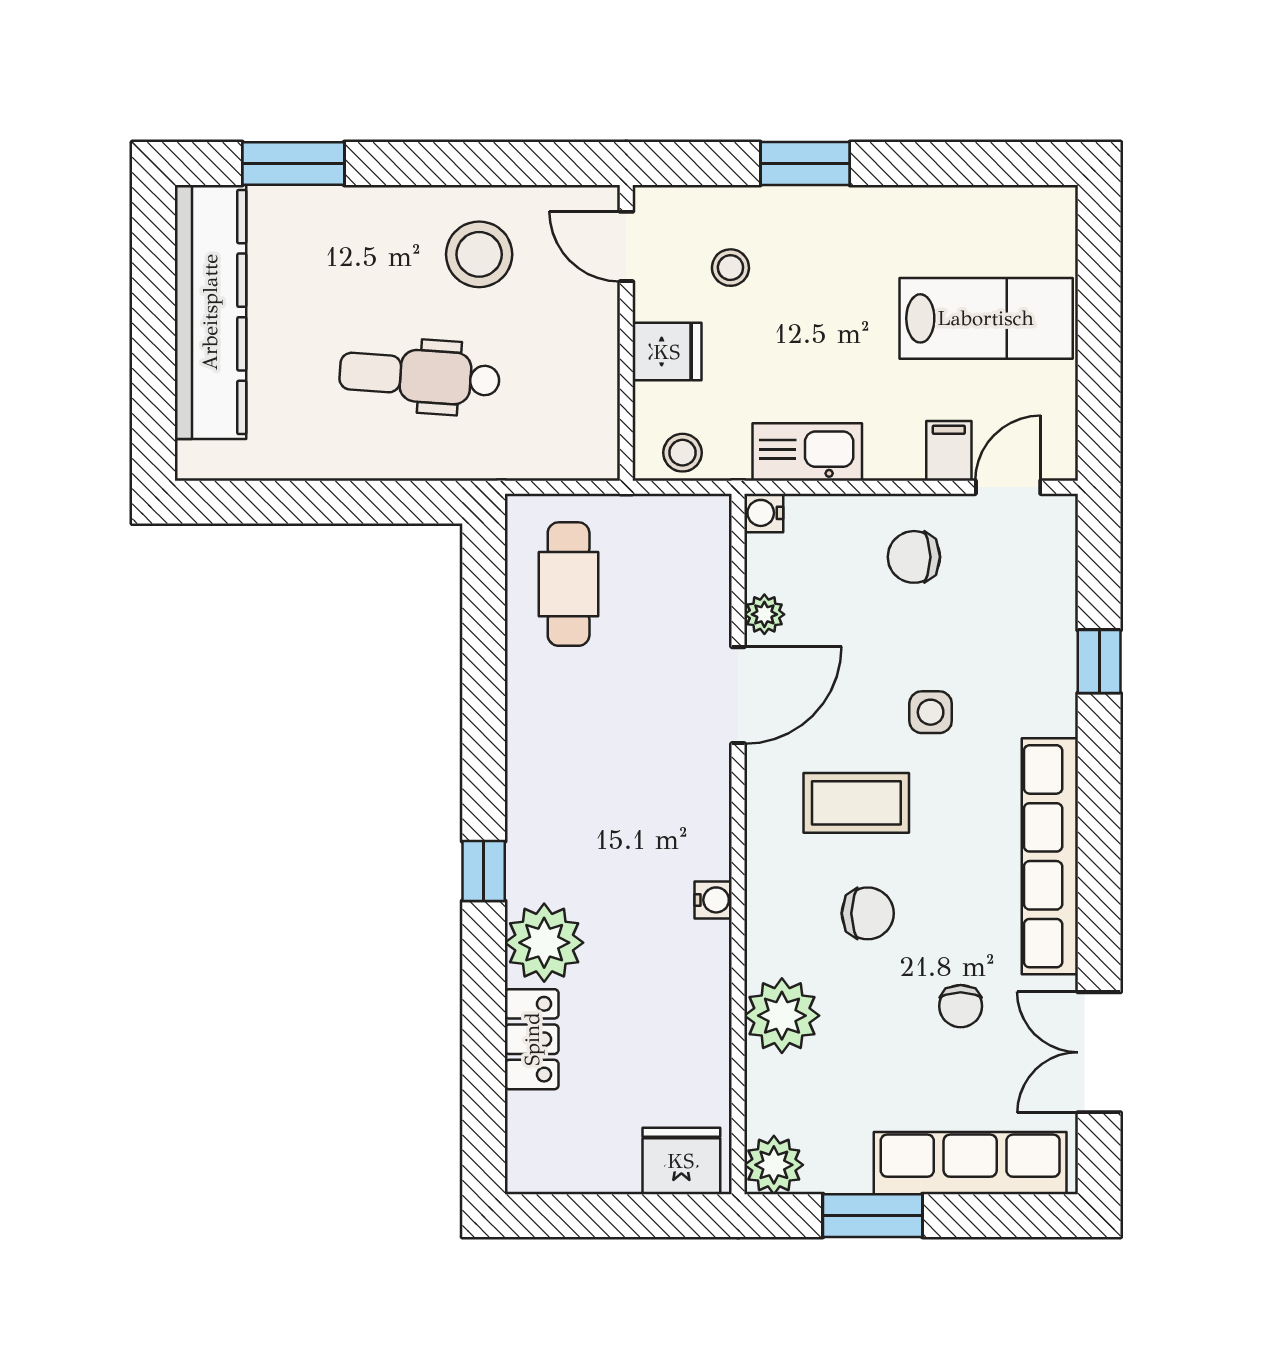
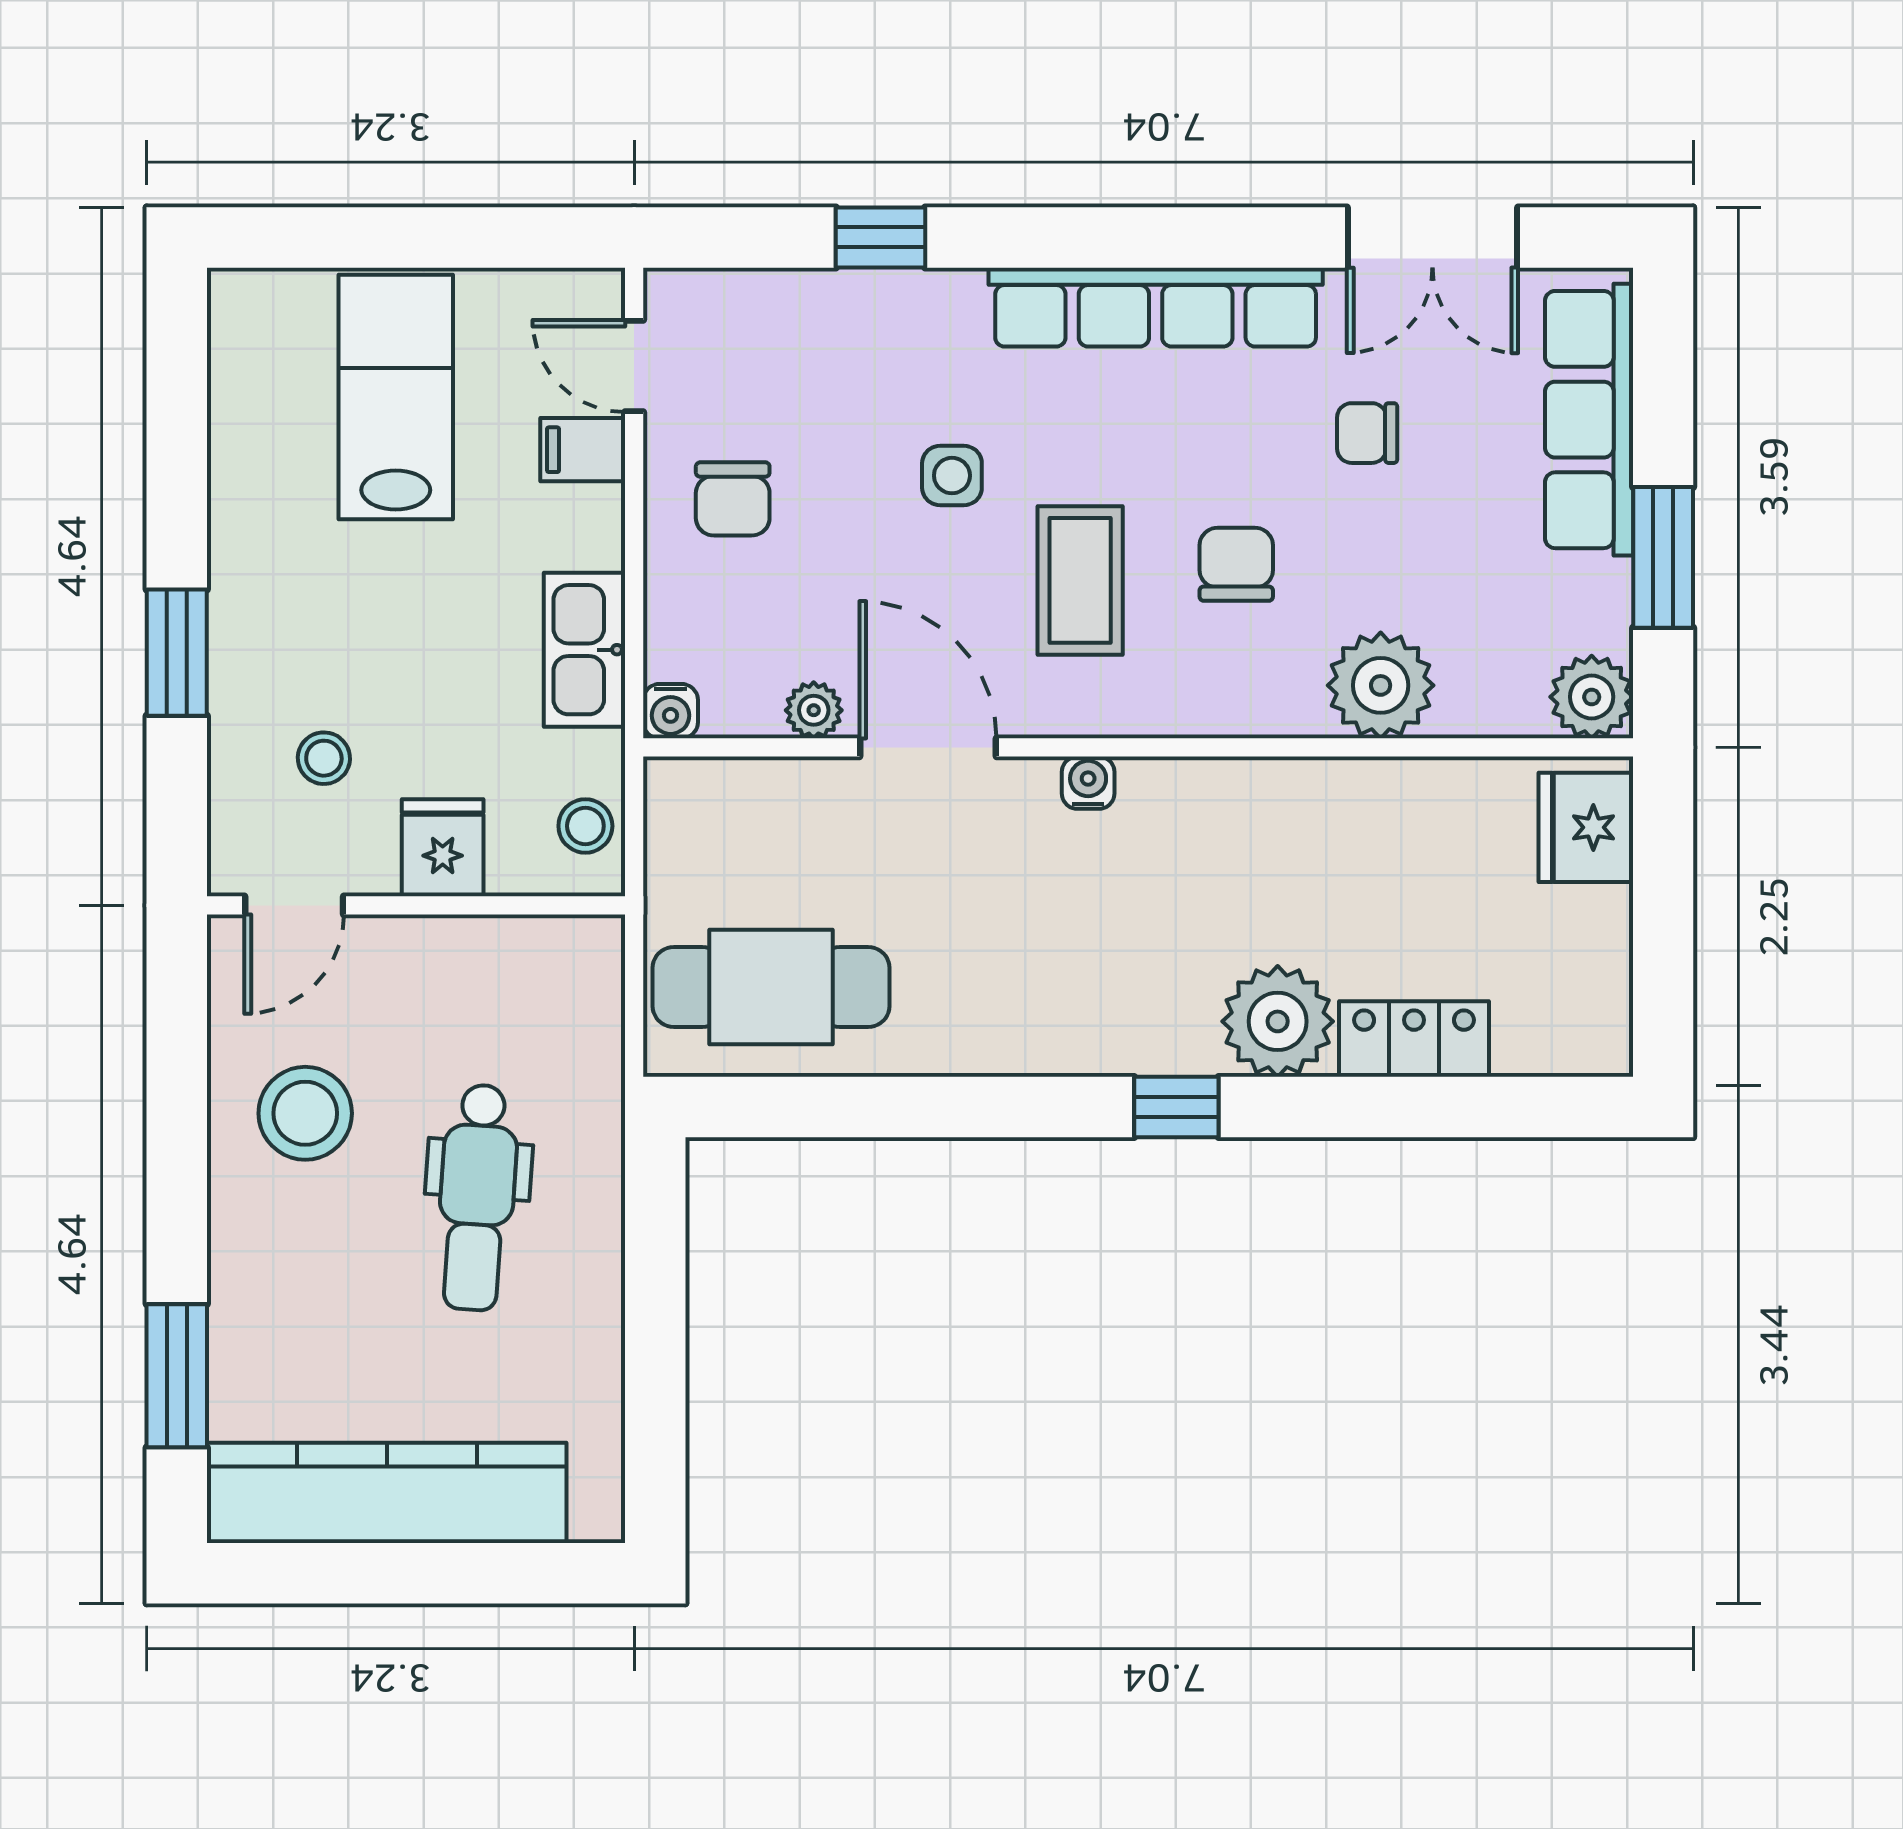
cafe table: (569, 584) -> (771, 987), width x1.37, depth x1.35
water cooler: (713, 900) -> (1088, 783), moved
chair: (961, 1006) -> (1367, 433), turned 180

